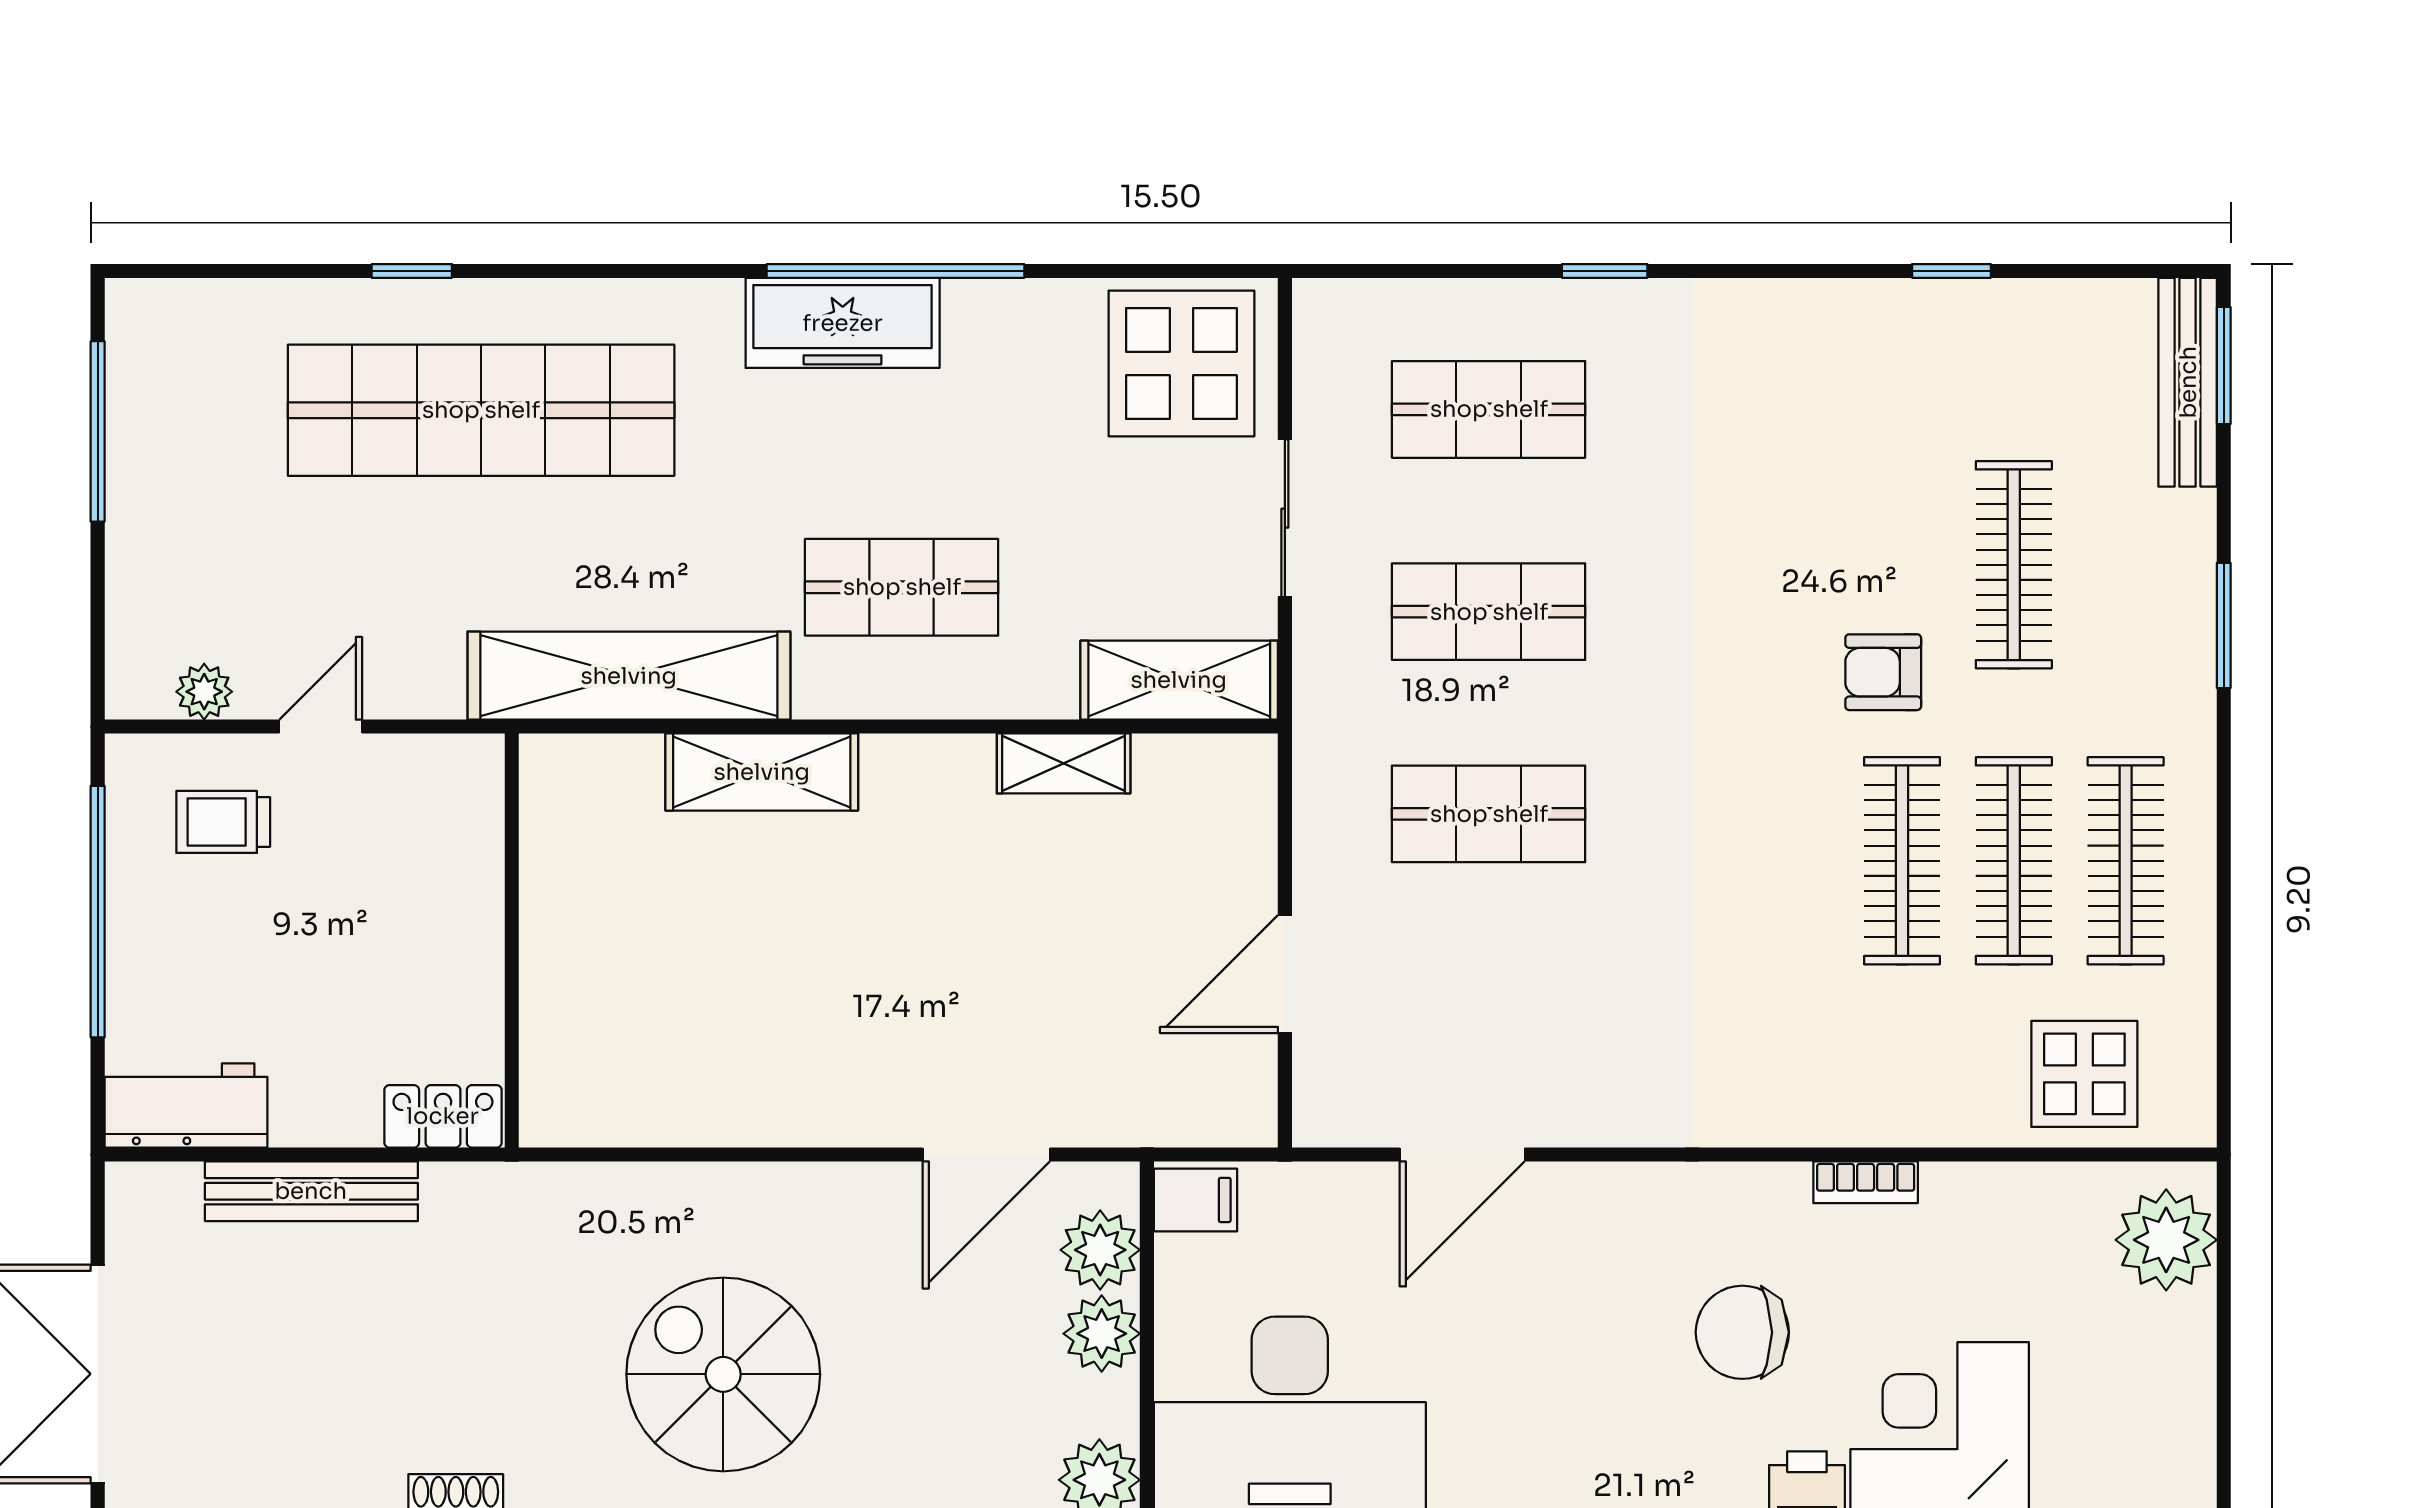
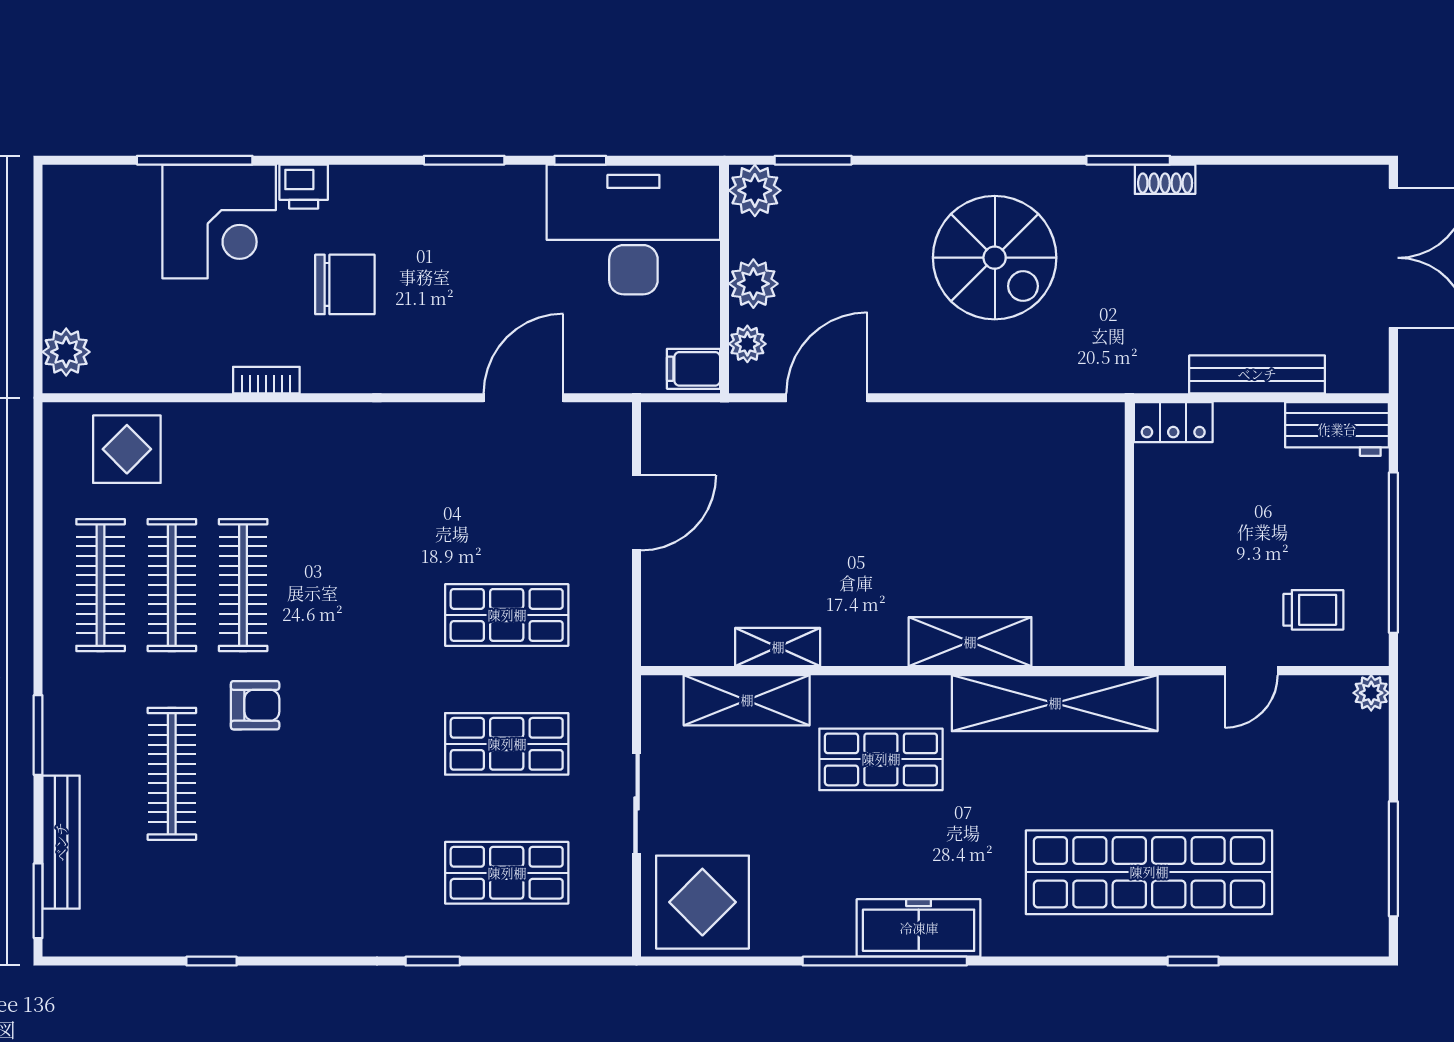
bench: (2188, 382) -> (61, 842), moved
shelving: (1179, 680) -> (747, 700), moved
plant: (204, 692) -> (1371, 693), moved
plant: (2166, 1240) -> (66, 352), width x0.73, depth x0.73
plant: (1100, 1250) -> (747, 344), width x0.73, depth x0.73

